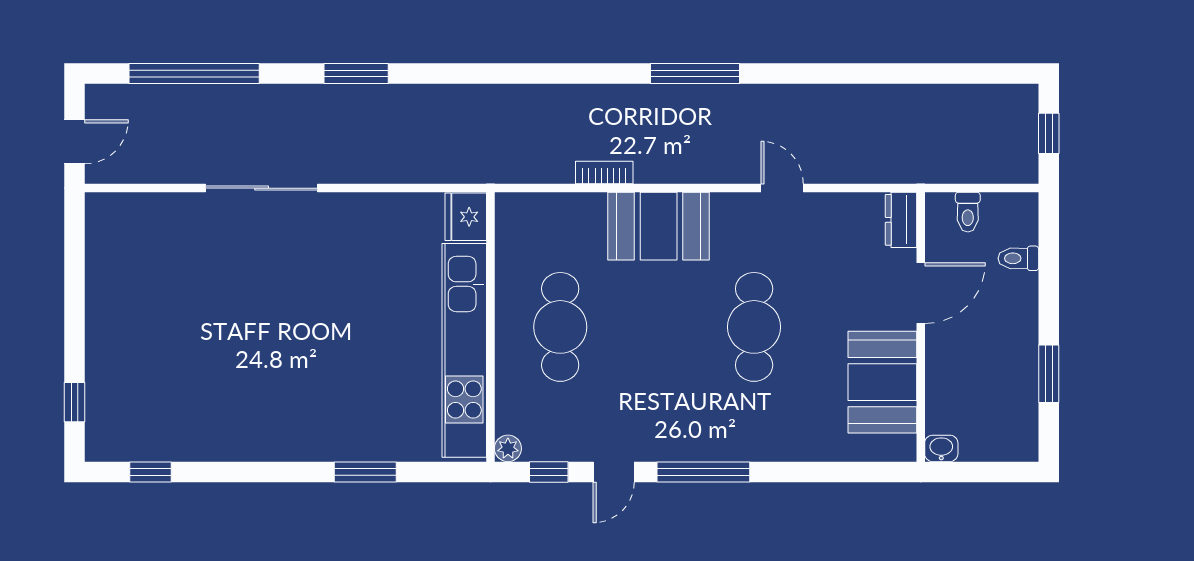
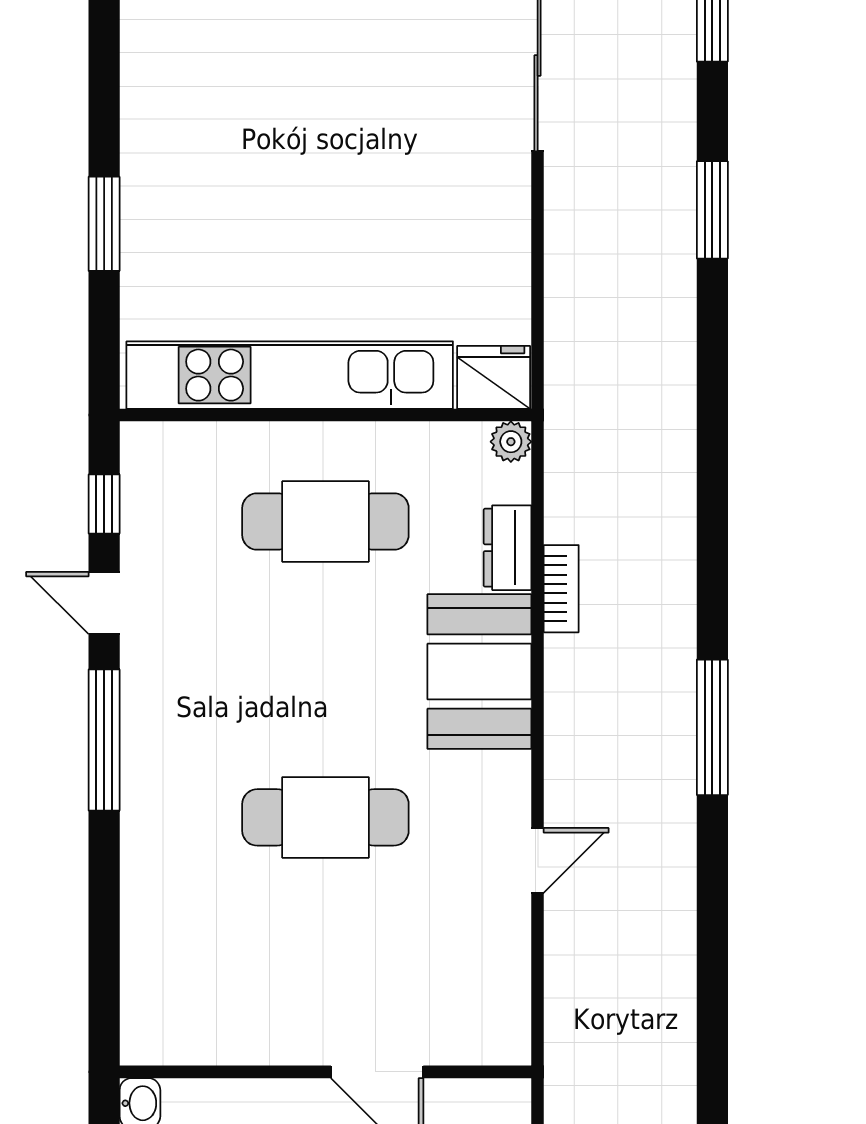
dresser: (901, 220) -> (507, 548), moved, turned -90
booth: (882, 382) -> (241, 1013), removed
plant: (508, 448) -> (511, 442), moved

